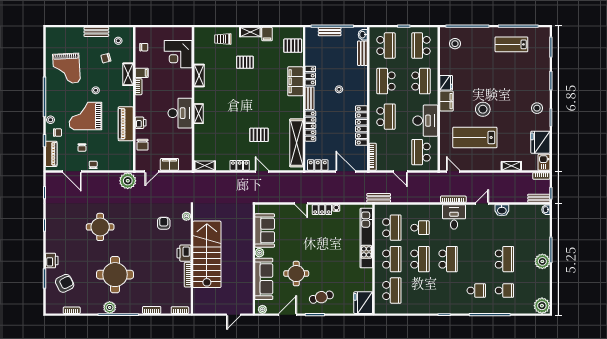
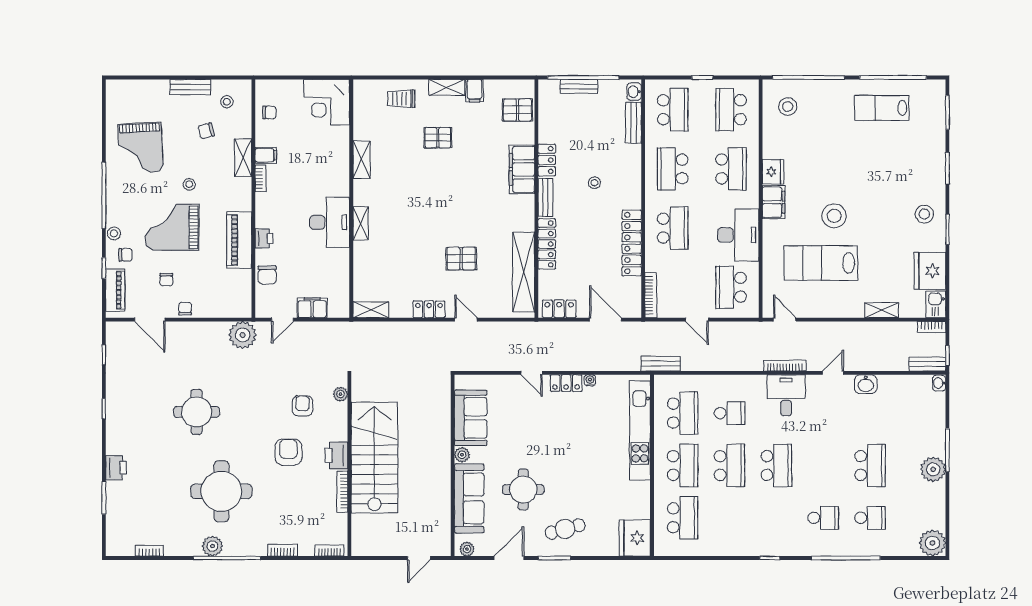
corner desk: (178, 54) -> (327, 102), moved
armchair: (65, 283) -> (288, 452), moved, turned -64

